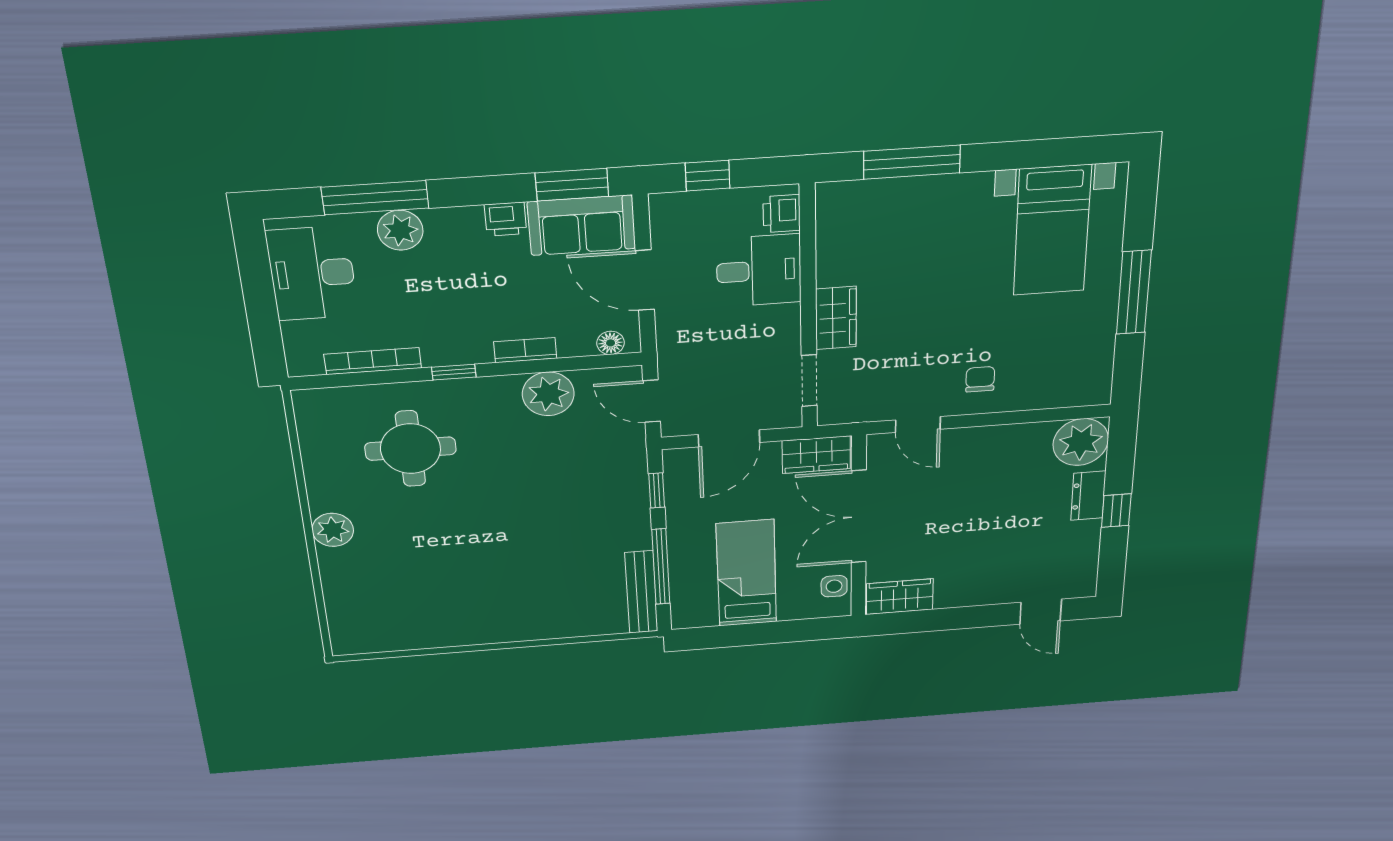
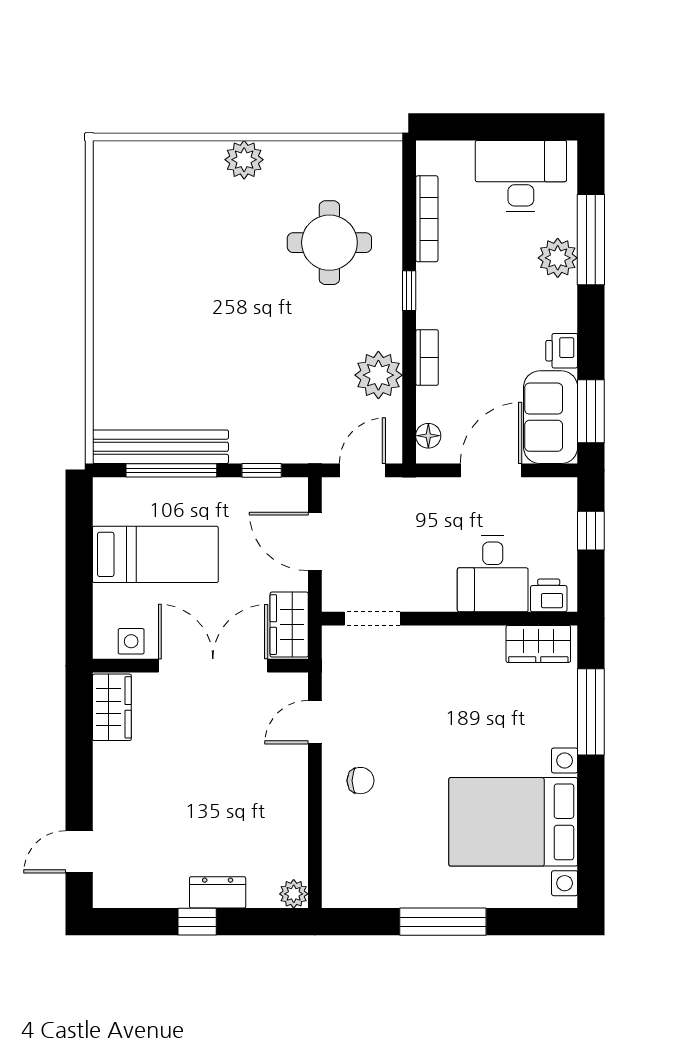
bed with nightstands: (1052, 231) -> (513, 822), width x1.36
wardrobe: (836, 318) -> (538, 644), moved
plant: (1081, 442) -> (294, 894), width x0.53, depth x0.53
bench: (641, 592) -> (160, 447), width x1.37, depth x1.21

